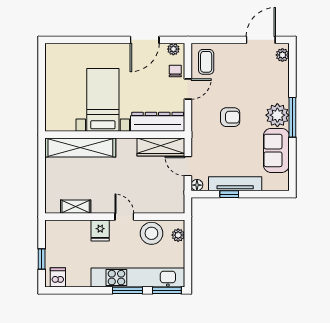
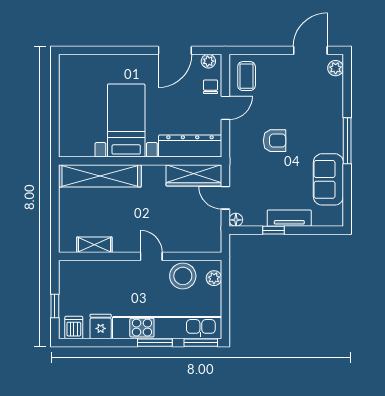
plant: (277, 115) -> (330, 138), removed
tv unit: (235, 184) -> (289, 218), width x0.71
fridge: (100, 230) -> (101, 326), moved, turned 180

